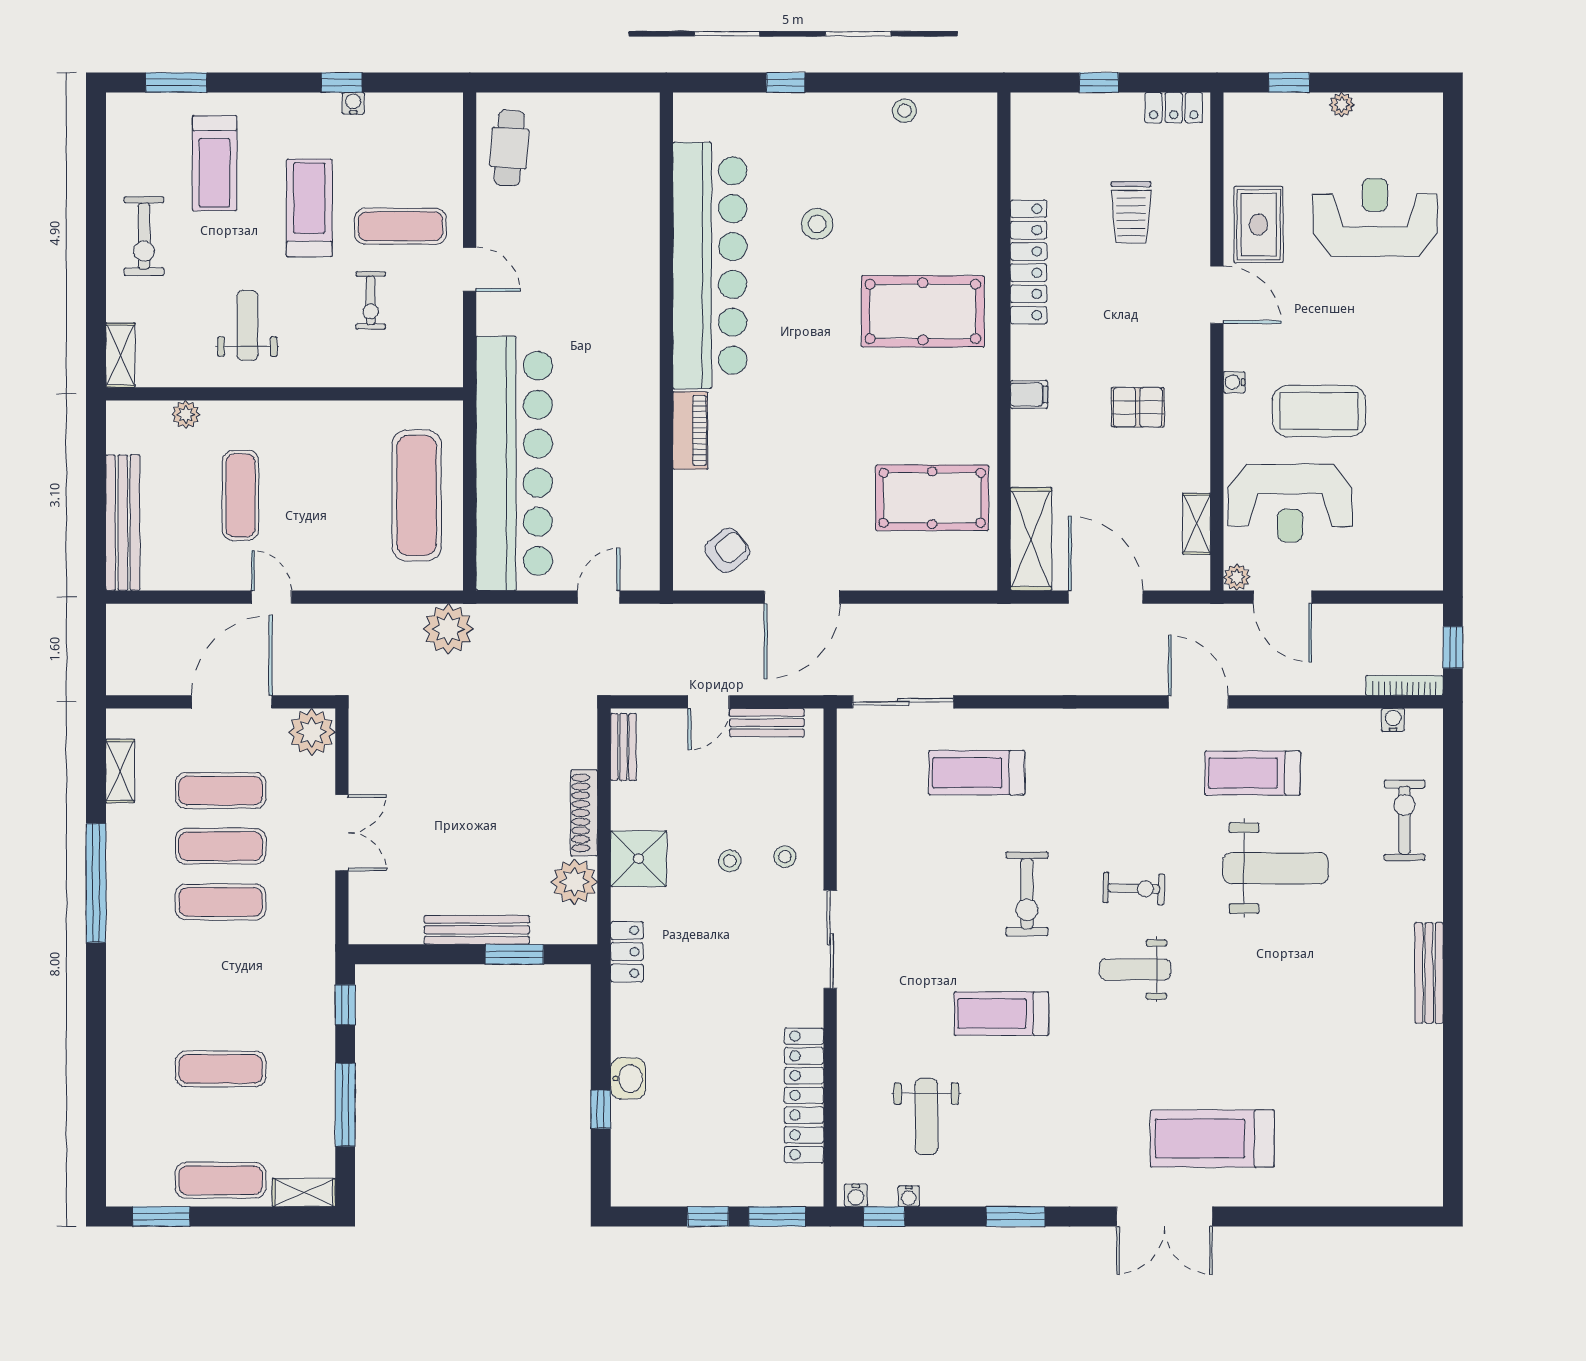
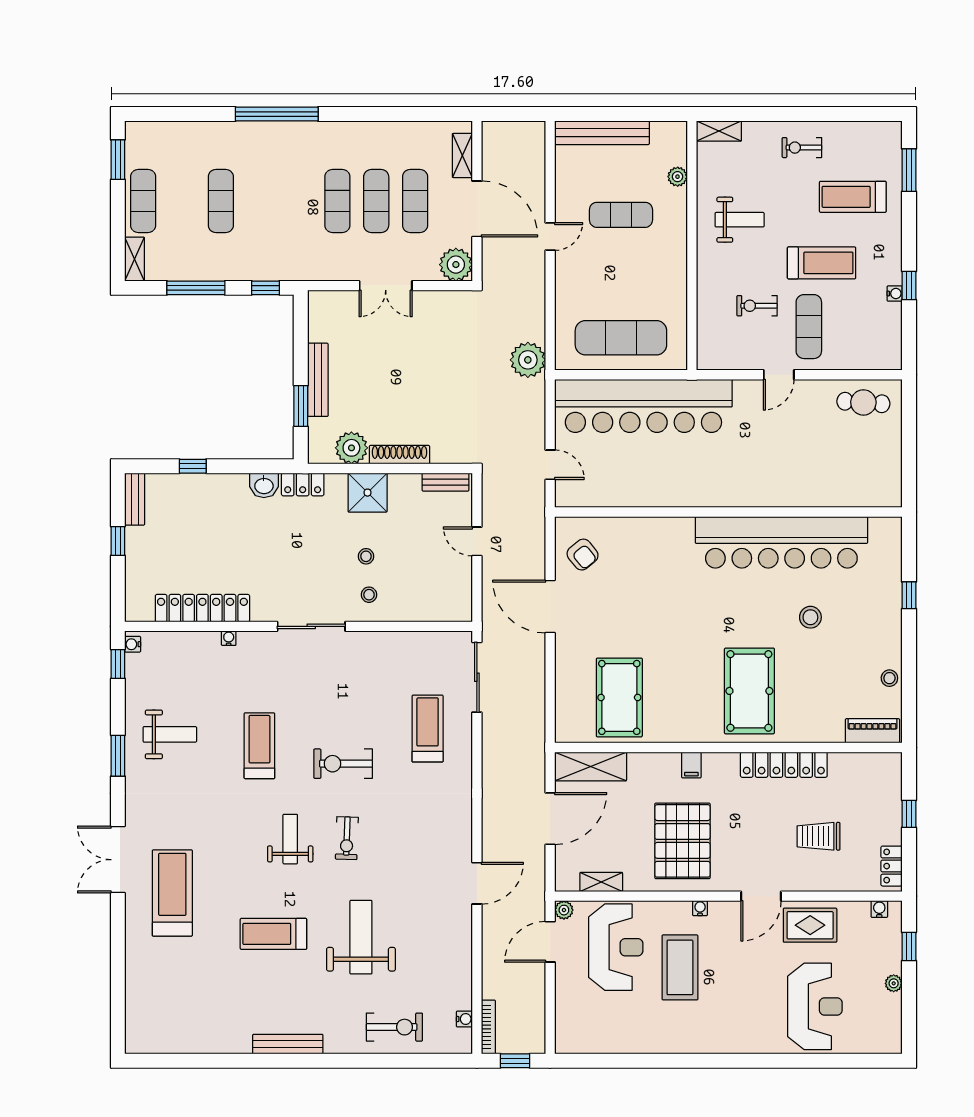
water cooler: (1235, 125) -> (879, 909), added
exercise bike: (144, 236) -> (802, 148), width x0.73, depth x0.72
pallet: (1138, 407) -> (682, 841), width x2.05, depth x2.00
piano: (690, 430) -> (872, 731), moved, turned 180
reception desk: (1290, 503) -> (616, 947), turned 180
bench: (767, 723) -> (135, 499), moved
shelving: (120, 771) -> (462, 155), moved, turned 90
treadmill: (1253, 773) -> (273, 934), moved, turned -90
weight bench: (1276, 868) -> (361, 937), turned 180
window: (96, 883) -> (277, 114), moved
washbasin: (628, 1078) -> (264, 485), moved
weight bench: (926, 1116) -> (170, 734), moved, turned 180
water cooler: (909, 1196) -> (229, 638), moved, turned 90
window: (777, 1217) -> (118, 589), removed

